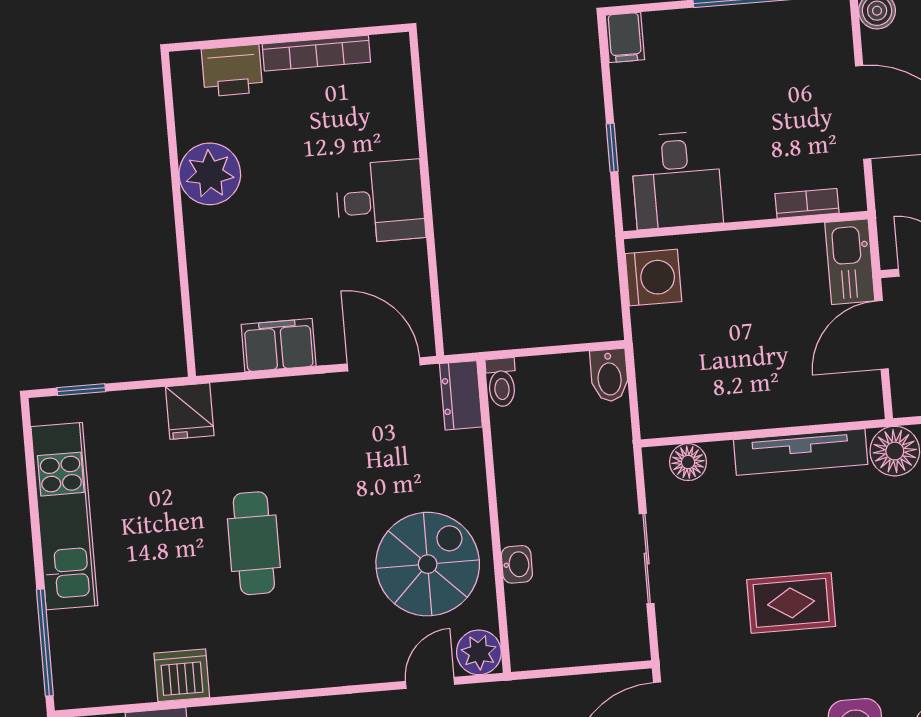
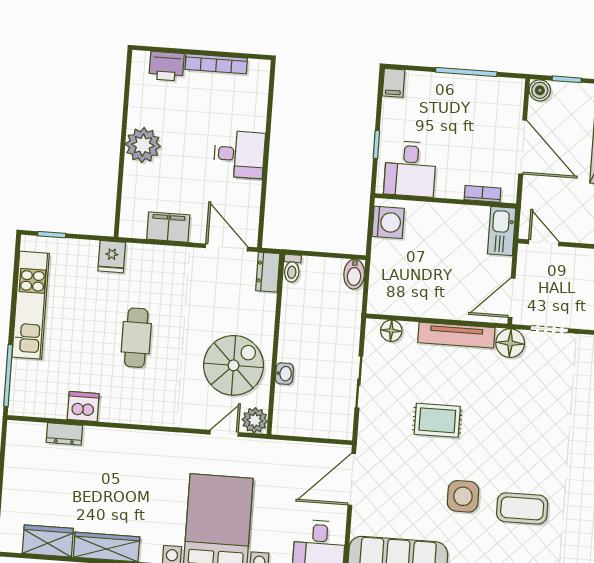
plant: (210, 174) -> (143, 145), moved
door: (882, 335) -> (512, 298), moved

